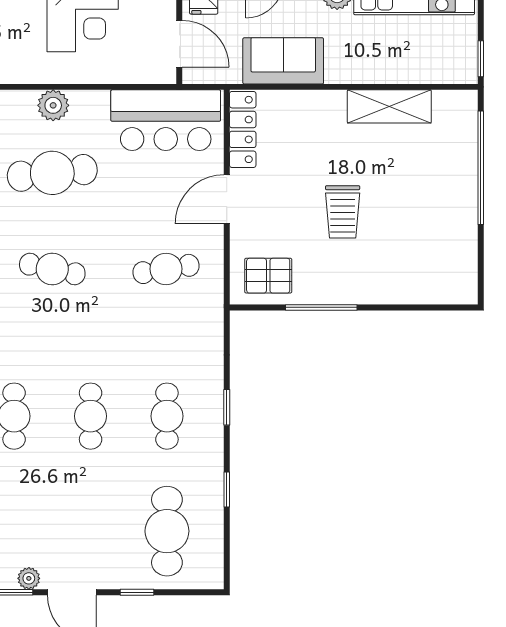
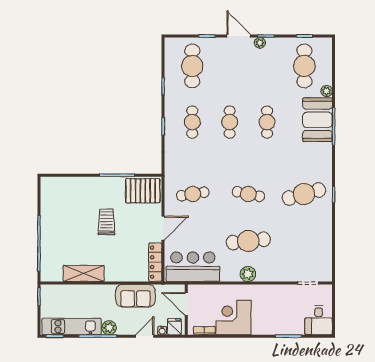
pallet: (268, 276) -> (143, 191), width x1.50, depth x1.42

